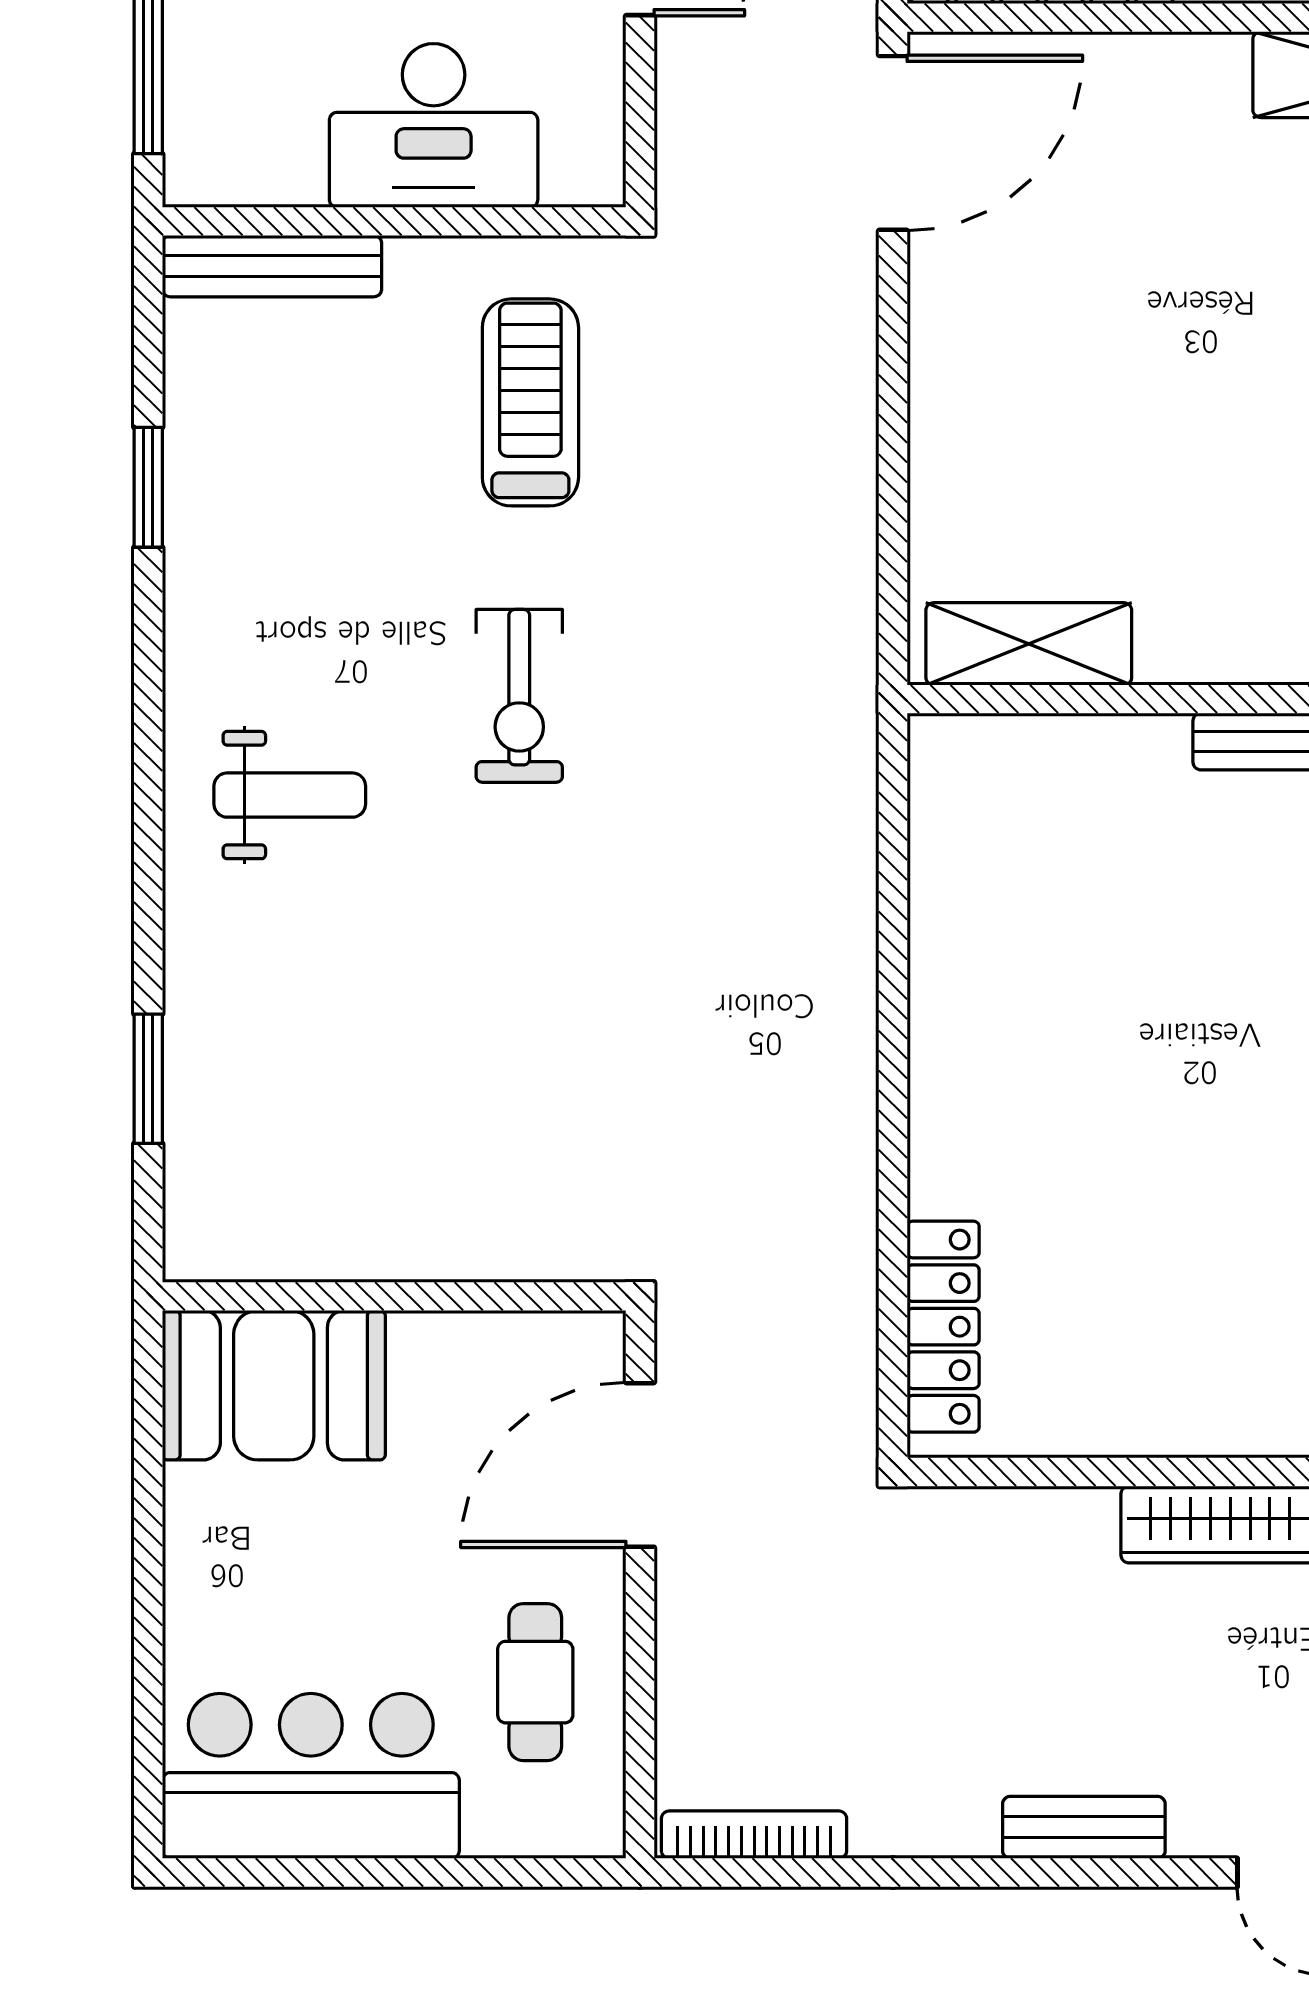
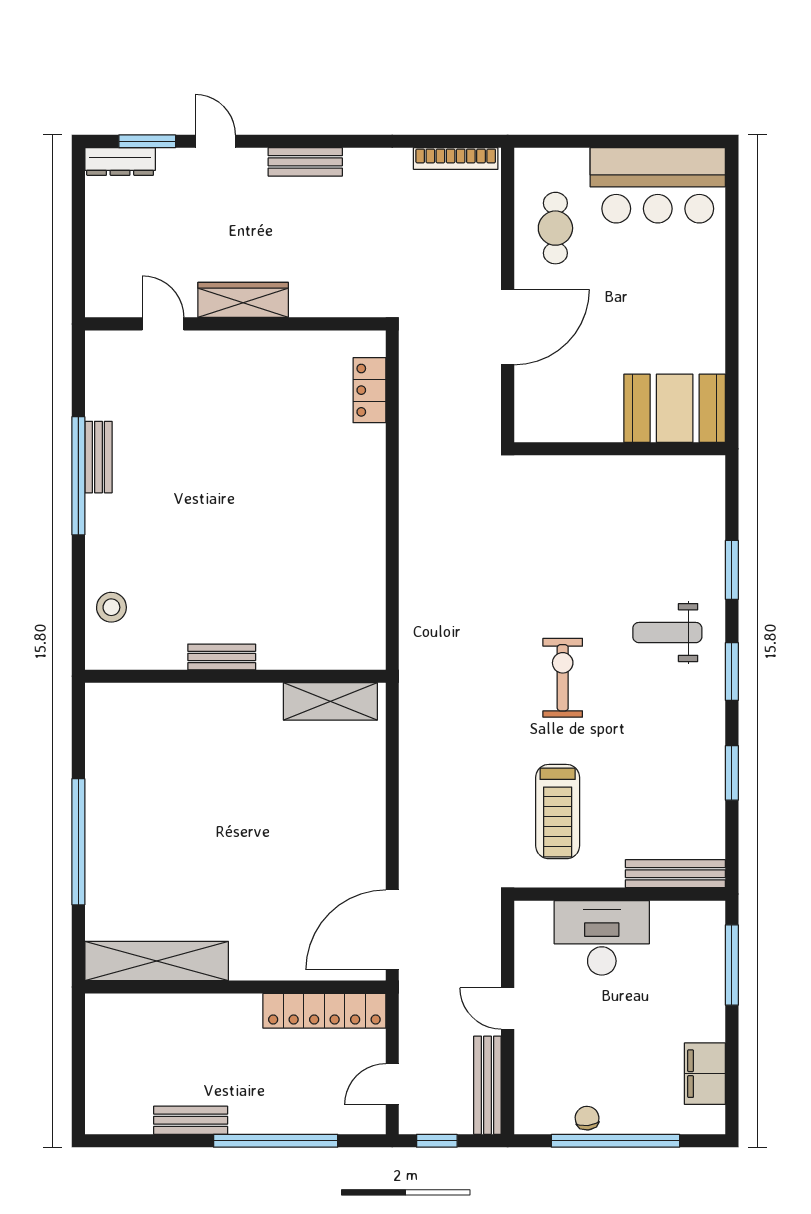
window: (148, 710) -> (732, 672), added
window: (148, 1079) -> (732, 570), moved
wall: (394, 1296) -> (620, 449), moved
locker: (943, 1327) -> (369, 390), width x0.66
booth: (274, 1385) -> (675, 408), moved

